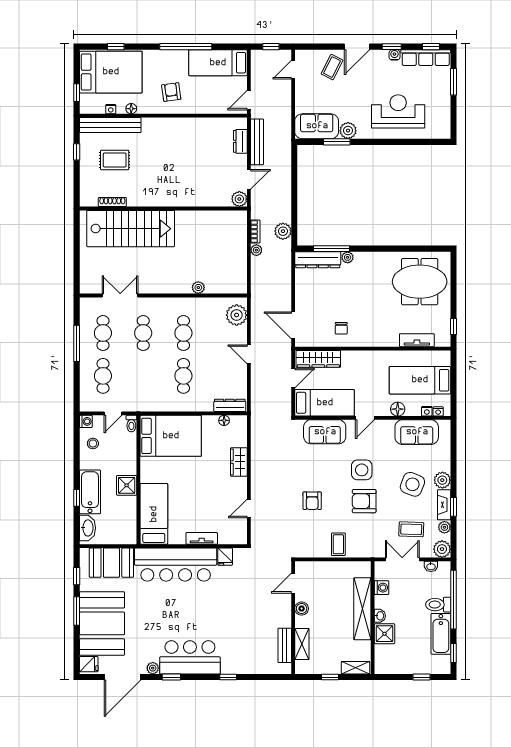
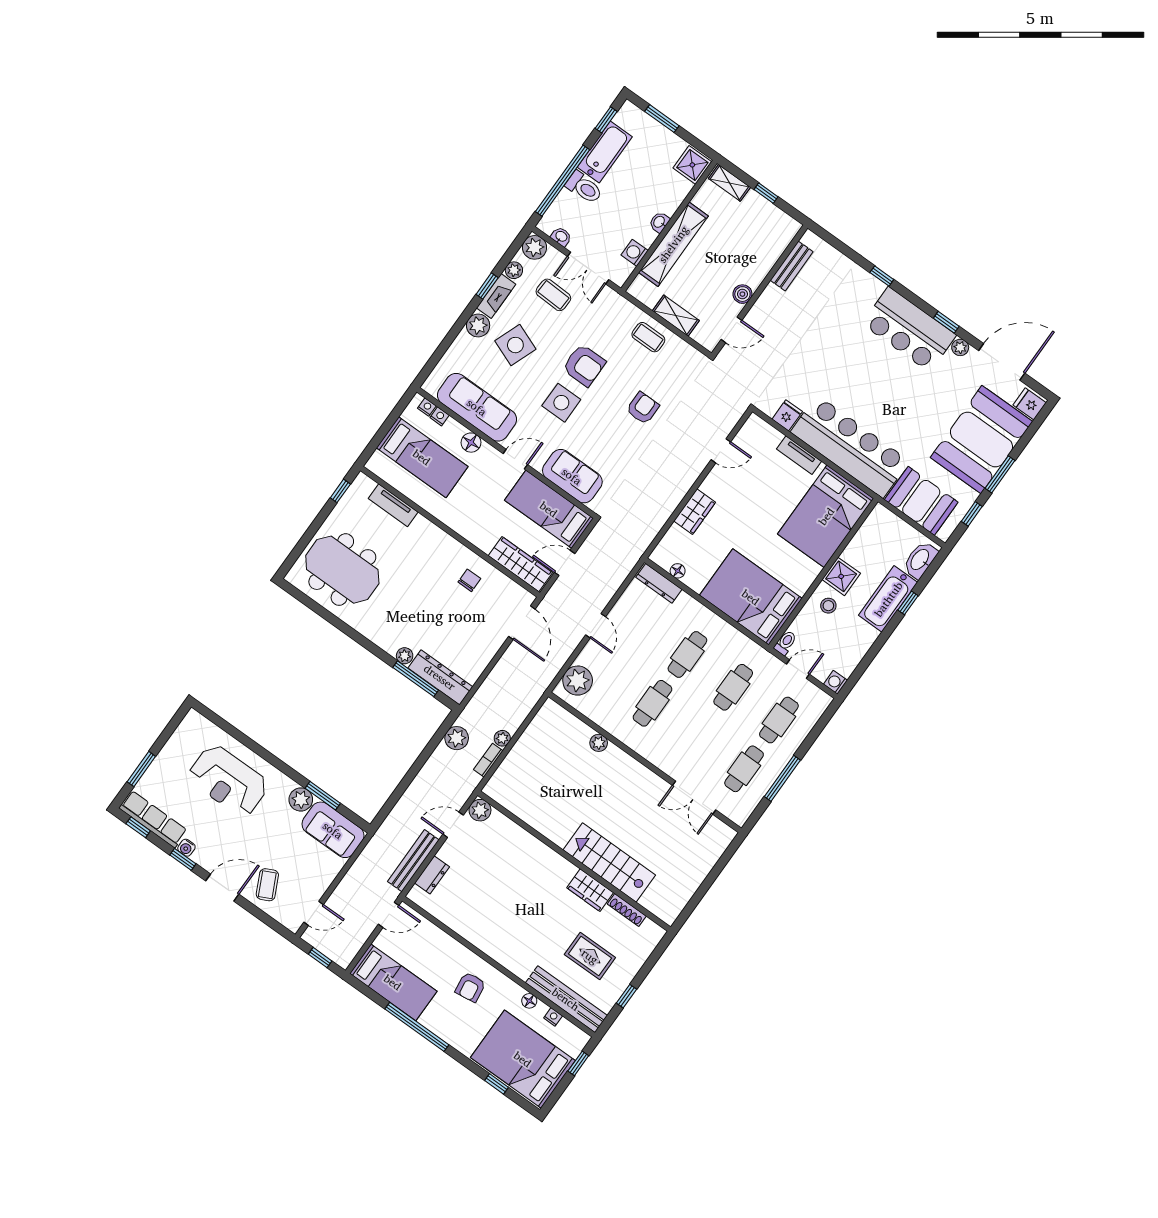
coffee table: (332, 67) -> (267, 885), turned -53
wardrobe: (142, 198) -> (590, 890), added
stairs: (131, 229) -> (609, 863), width x0.73, depth x0.66
cafe table: (143, 333) -> (733, 687), moved
sofa: (417, 432) -> (477, 407), width x1.36
stool: (93, 443) -> (828, 606), moved
bed: (154, 514) -> (826, 516), width x1.50
coffee table: (338, 544) -> (648, 337), turned 90
shower: (385, 634) -> (692, 165), moved
shelving: (302, 644) -> (676, 316), moved, turned 90
window: (422, 677) -> (662, 119), width x1.50

